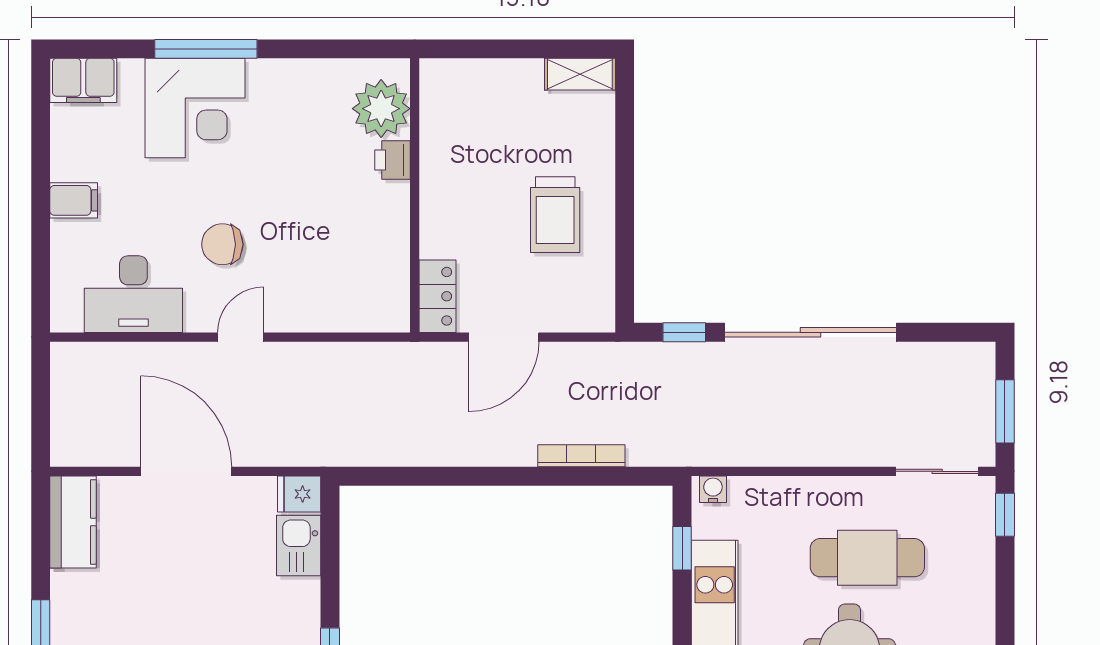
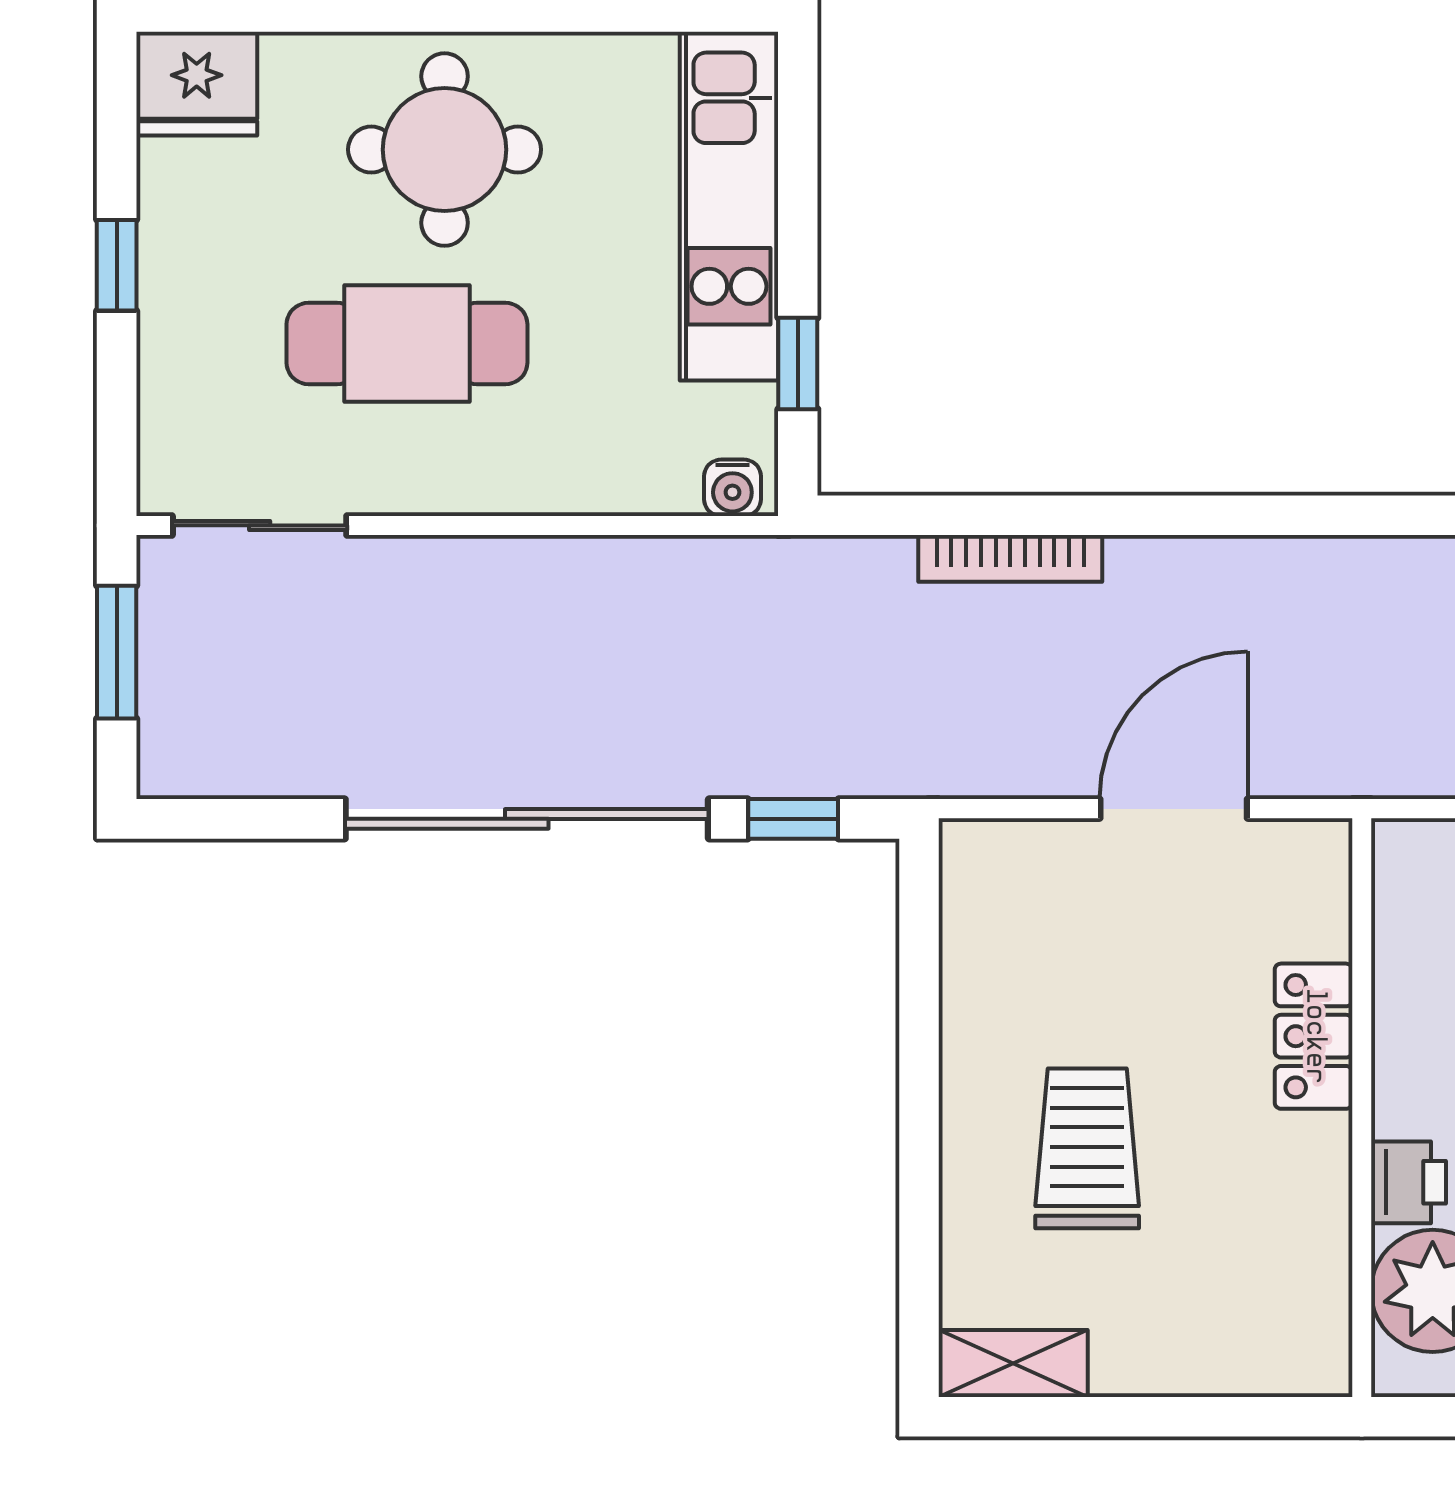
trolley: (555, 215) -> (1087, 1148), moved
locker: (438, 296) -> (1314, 1036), moved
window: (1005, 515) -> (117, 265), moved

